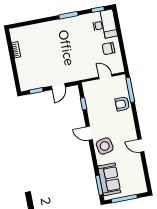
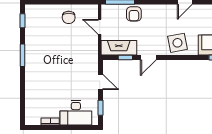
desk: (104, 24) -> (76, 113), moved, turned 180
door: (105, 77) -> (100, 27), hinge flipped
fireplace: (91, 97) -> (119, 48), added
door: (89, 133) -> (148, 57), moved

